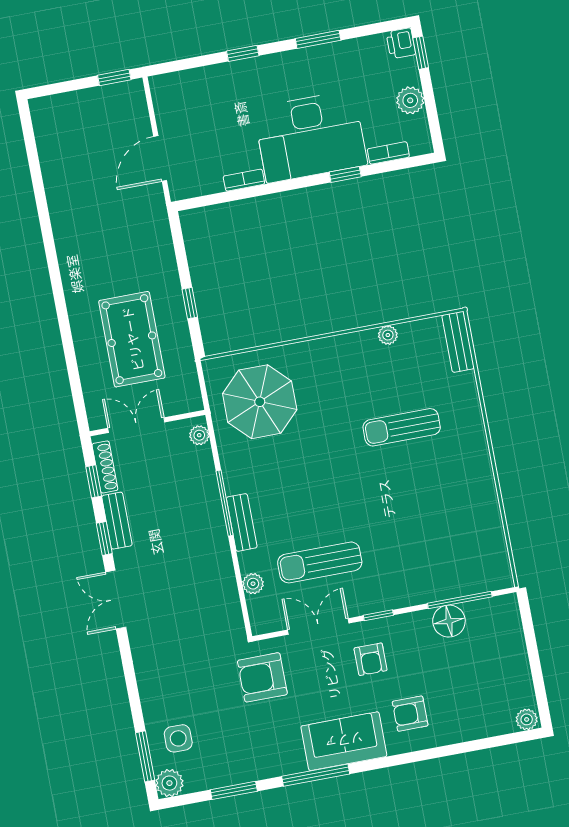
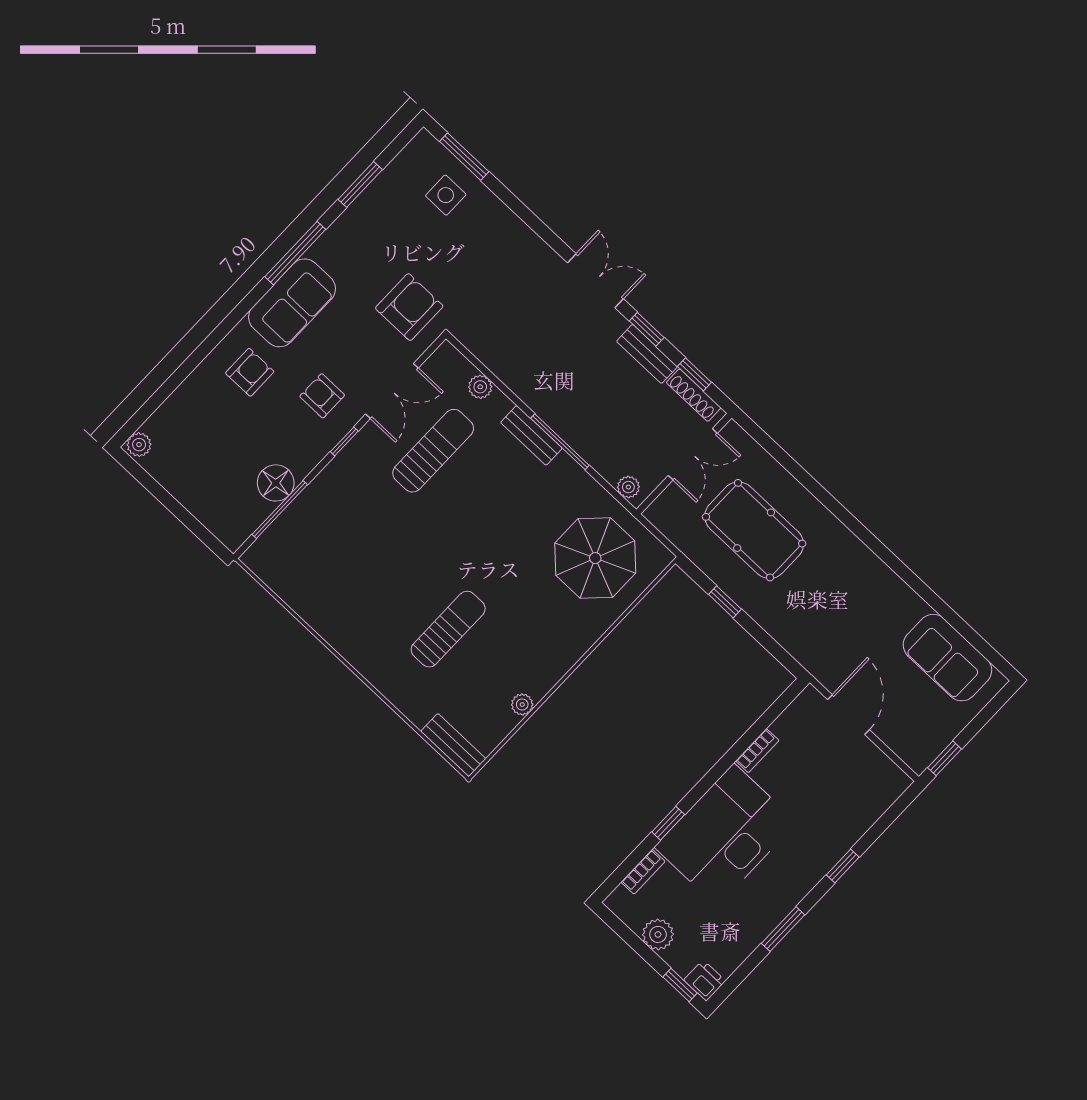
sofa: (60, 148) -> (947, 658), added
plant: (169, 783) -> (424, 148), removed

